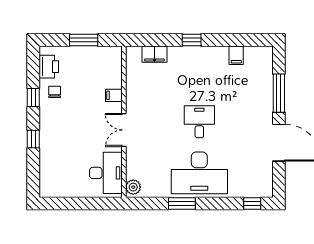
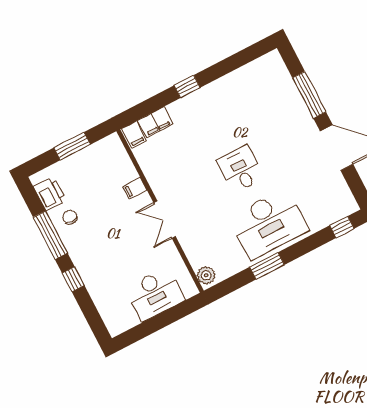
filing cabinet: (236, 55) -> (134, 135), moved
window: (33, 98) -> (50, 235), width x2.17
desk: (106, 173) -> (155, 294), moved, turned 90

